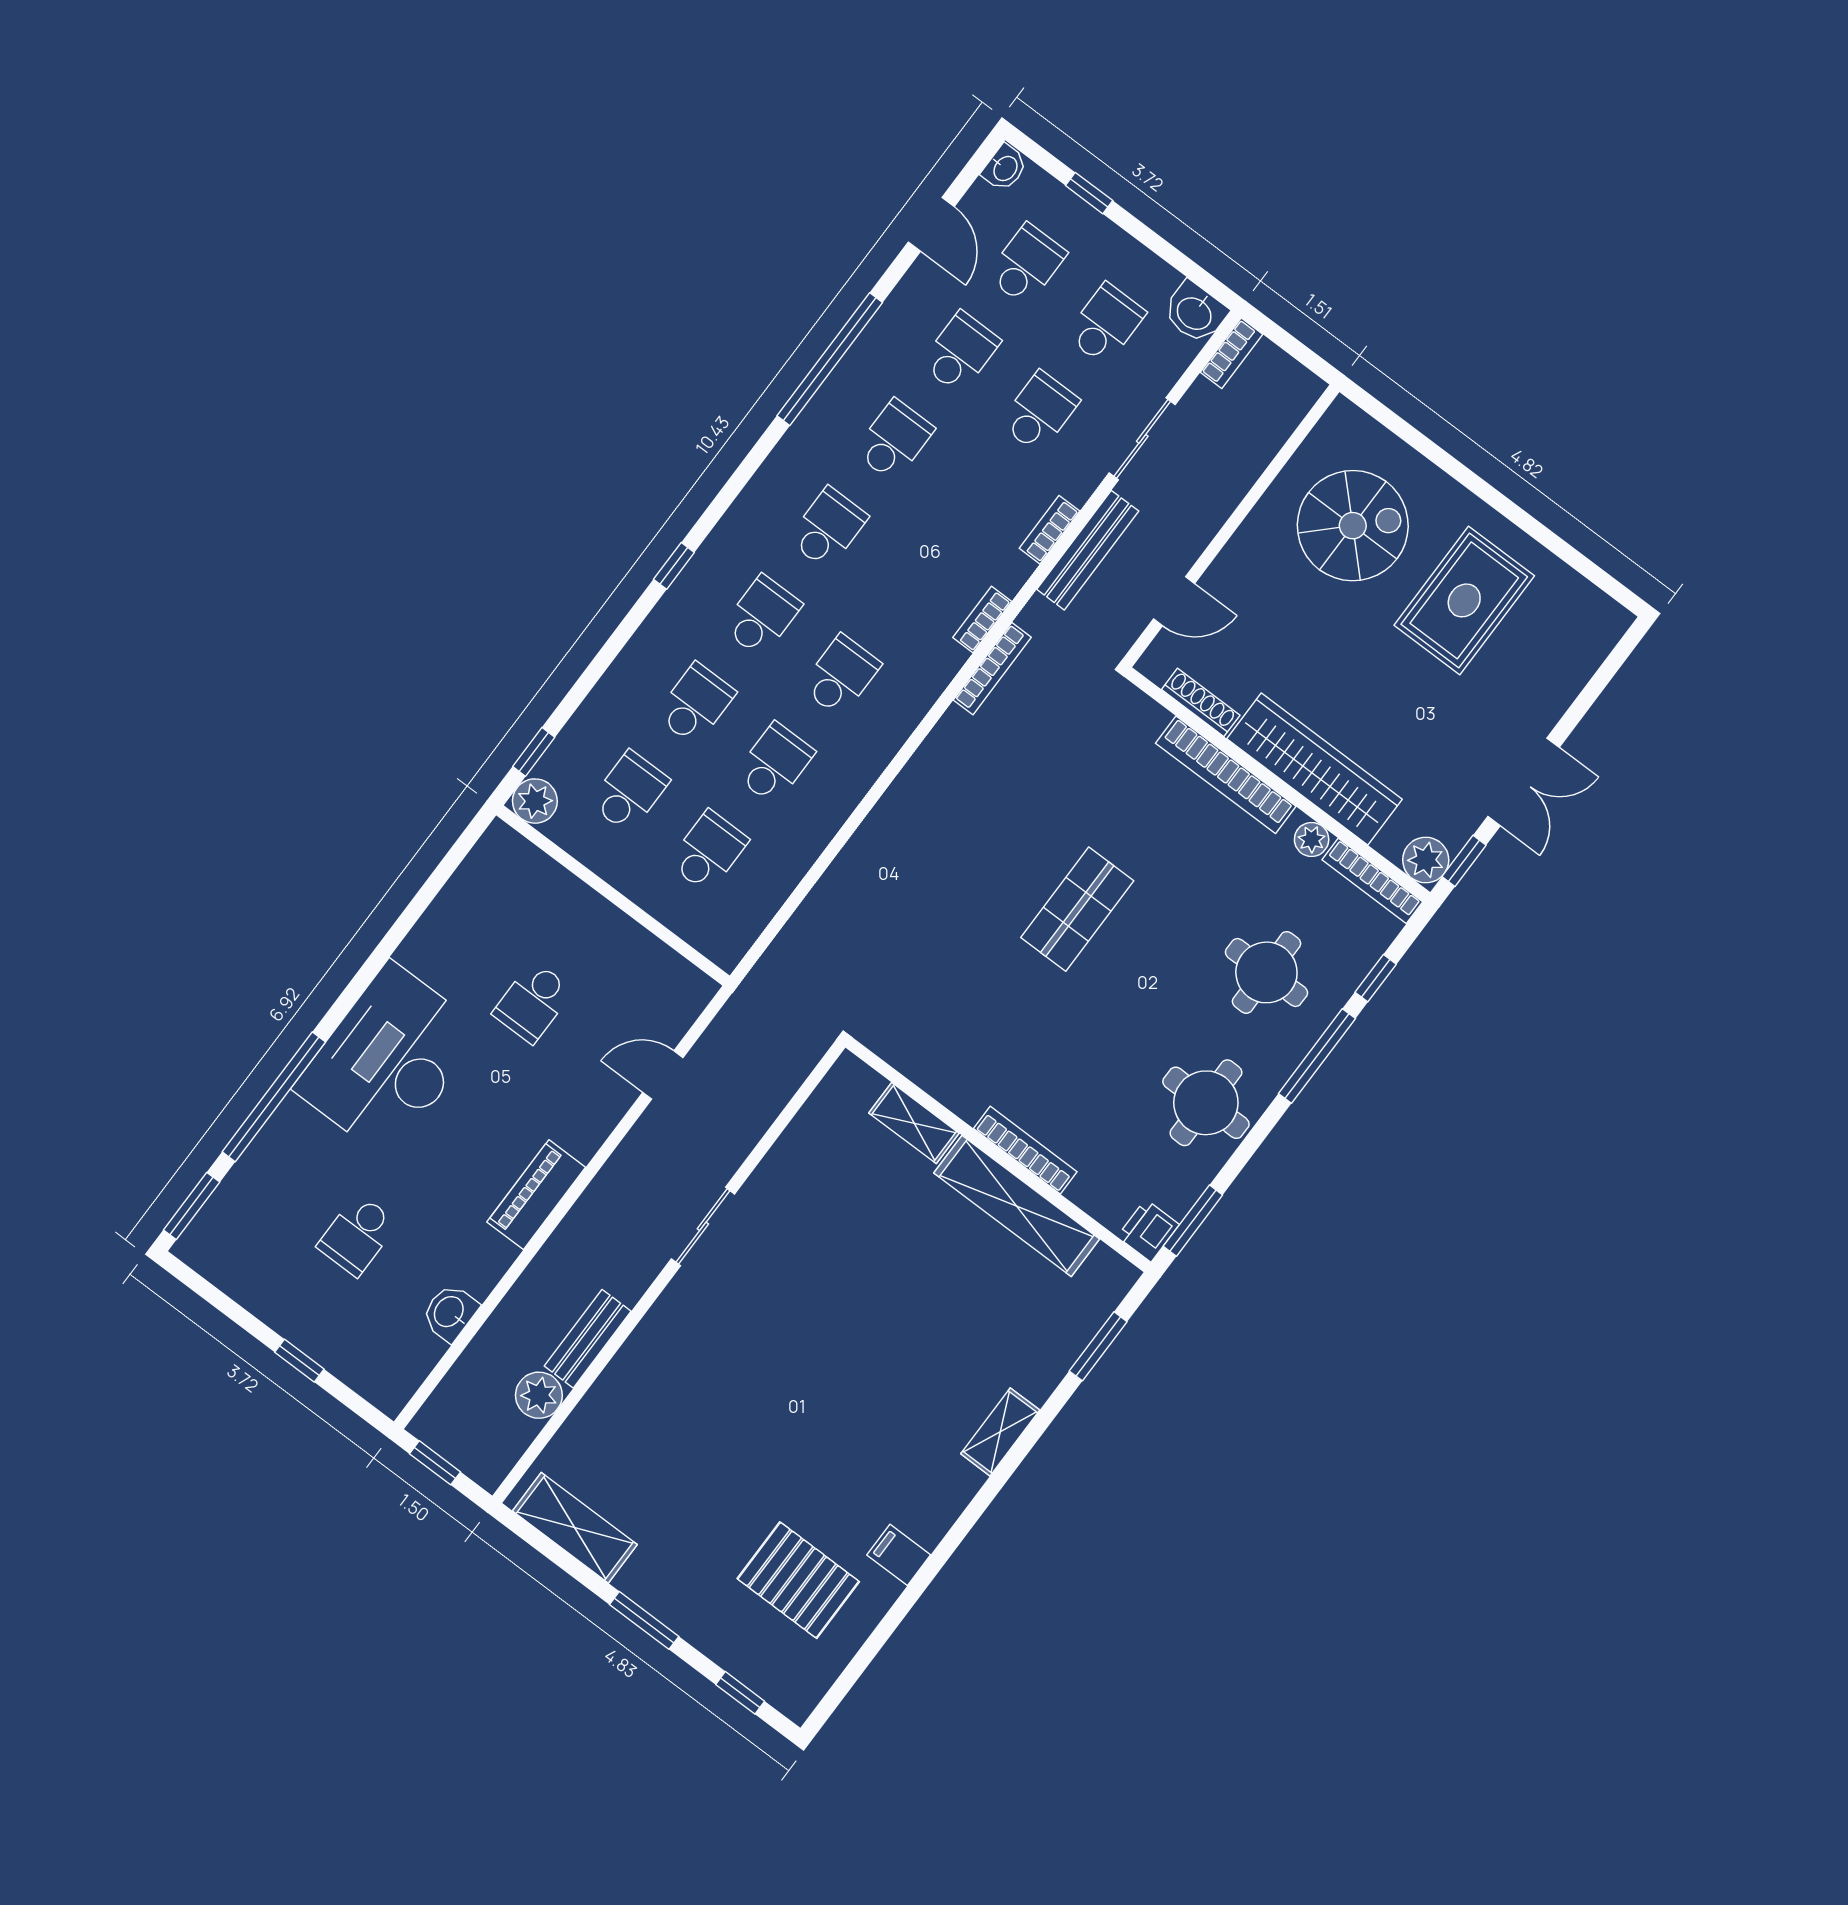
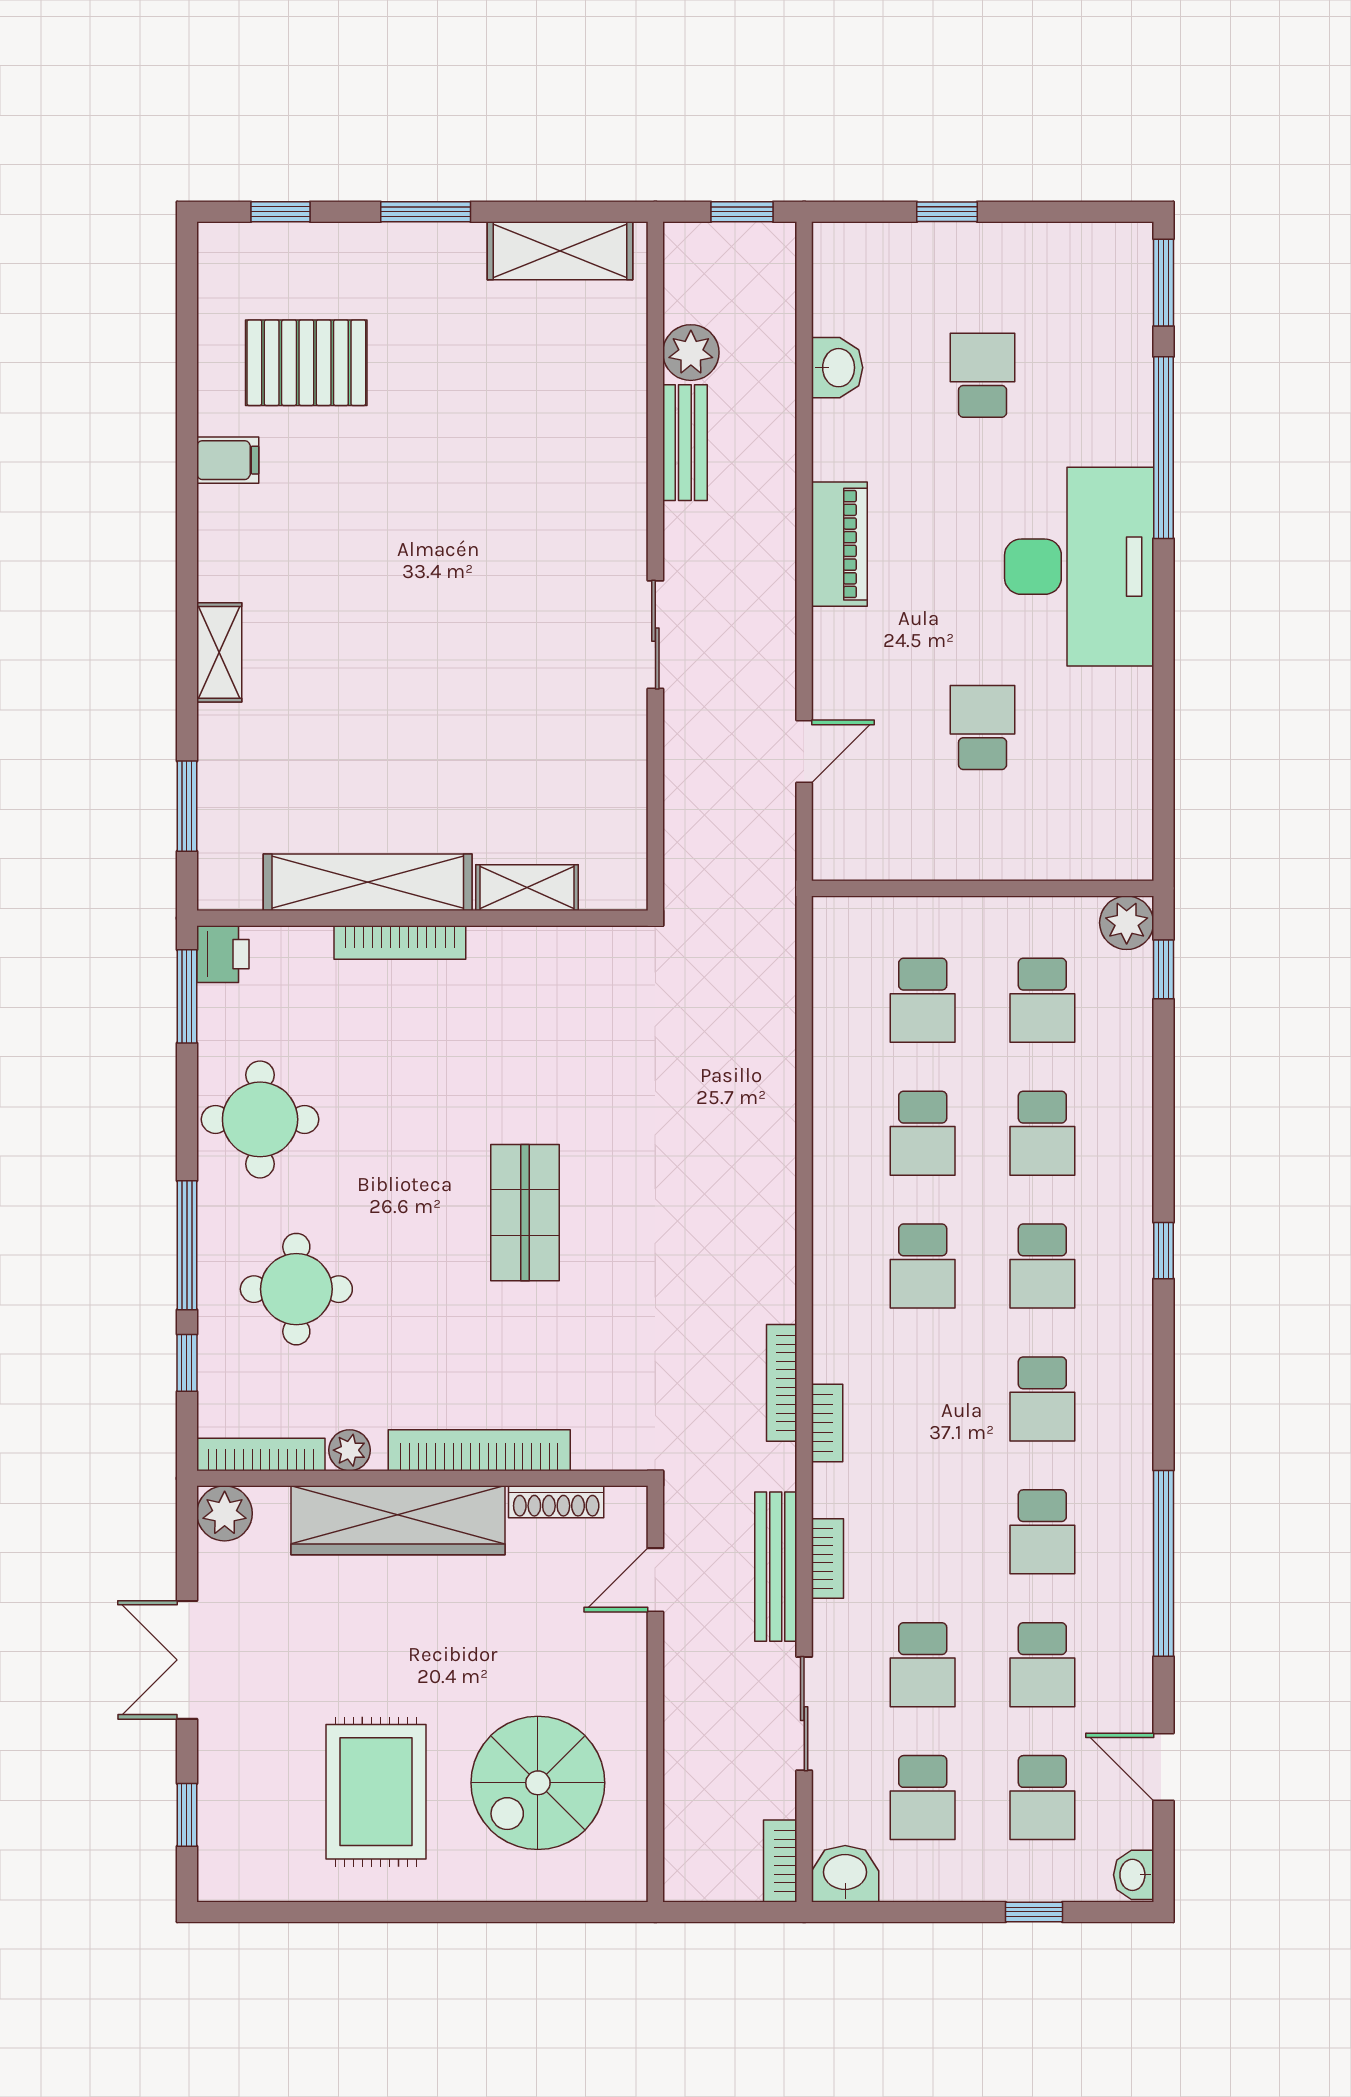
window: (1464, 861) -> (187, 1815), moved

